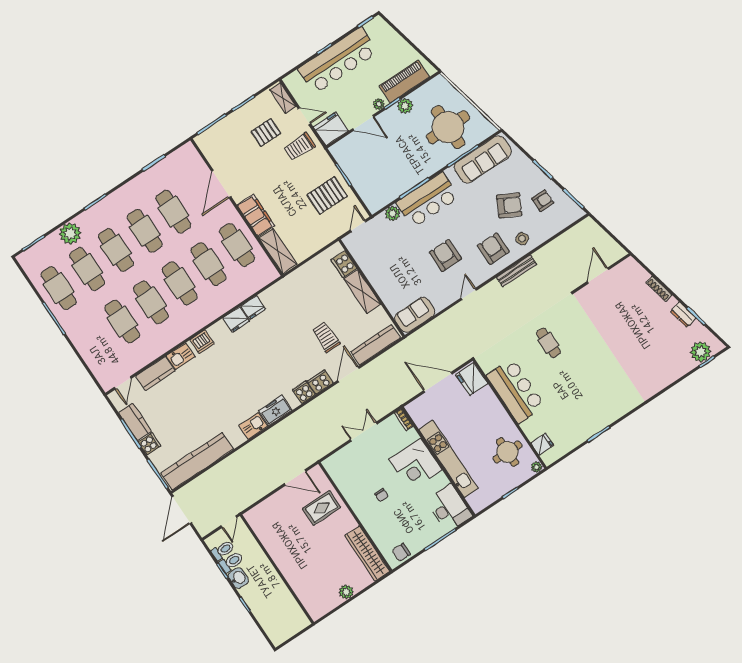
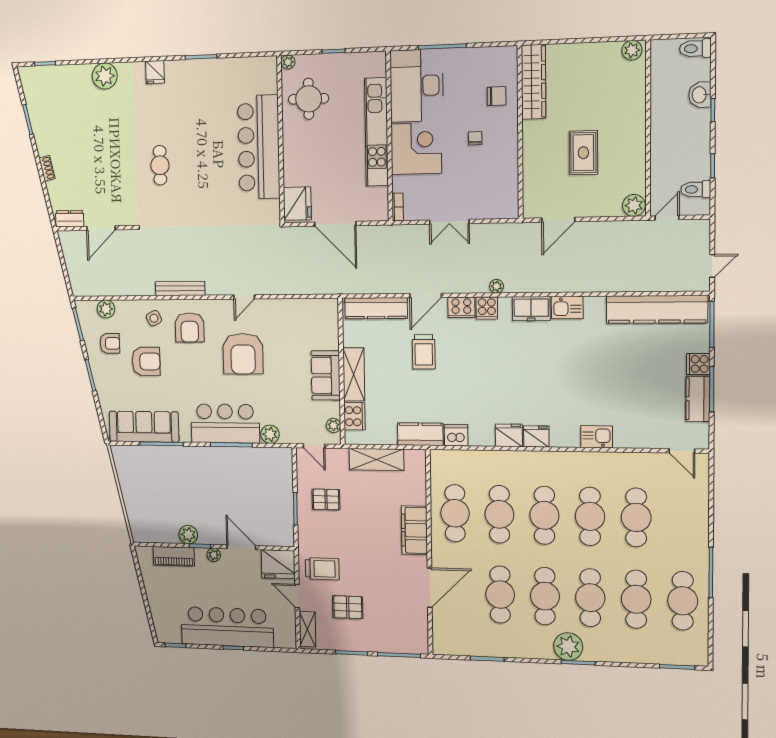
piano: (404, 81) -> (174, 556), width x0.73, depth x0.75
round table: (448, 127) -> (159, 483), removed
pallet: (327, 195) -> (326, 499), width x0.67, depth x0.71
armchair: (543, 201) -> (110, 343), turned 180
armchair: (509, 205) -> (146, 361), turned 153
plant: (560, 223) -> (106, 309), added
door: (358, 226) -> (314, 446), hinge flipped
plant: (70, 234) -> (568, 646), moved
plant: (354, 249) -> (333, 425), added
shelving: (278, 251) -> (376, 459), moved, turned 90
armchair: (445, 255) -> (243, 354), width x1.36, depth x1.36
shoe rack: (659, 289) -> (47, 168), width x0.70
fridge: (253, 308) -> (536, 436), moved
sofa: (415, 315) -> (326, 375), moved, turned 90
dresser: (683, 315) -> (70, 219), moved, turned -77
dishwasher: (202, 342) -> (456, 435), moved
cafe table: (548, 343) -> (160, 165), moved
plant: (701, 352) -> (105, 76), moved
kitchen counter: (155, 373) -> (420, 434), moved
door: (123, 383) -> (682, 451), swing flipped
bar counter: (516, 391) -> (259, 147), width x1.36
plant: (307, 410) -> (497, 286), added
fridge: (542, 444) -> (155, 72), moved, turned -90
door: (295, 477) -> (558, 220), swing flipped
rug: (322, 508) -> (583, 153), moved, turned 90
desk: (449, 508) -> (417, 86), width x1.36, depth x1.30
door: (182, 510) -> (712, 266), width x0.53
plant: (254, 516) -> (634, 205), added
chair: (401, 552) -> (497, 96), moved
toilet: (232, 562) -> (695, 49), moved
washbasin: (238, 578) -> (700, 95), moved
plant: (346, 592) -> (632, 50), moved

